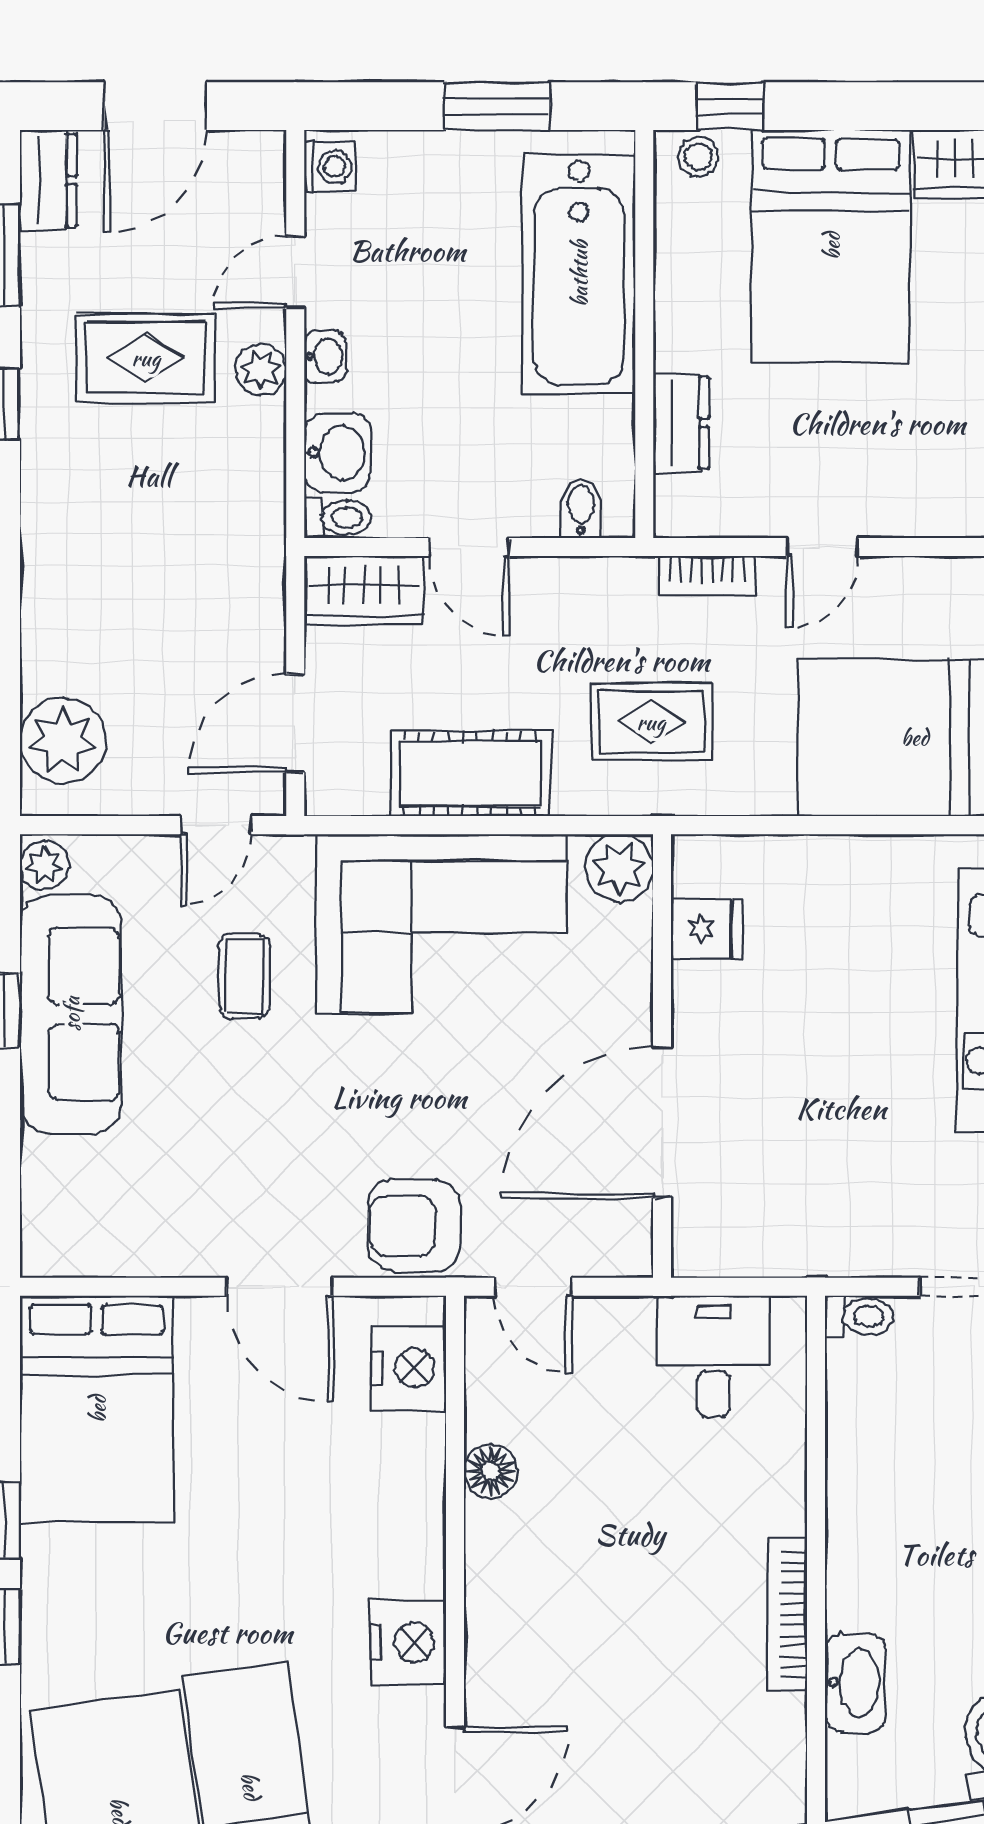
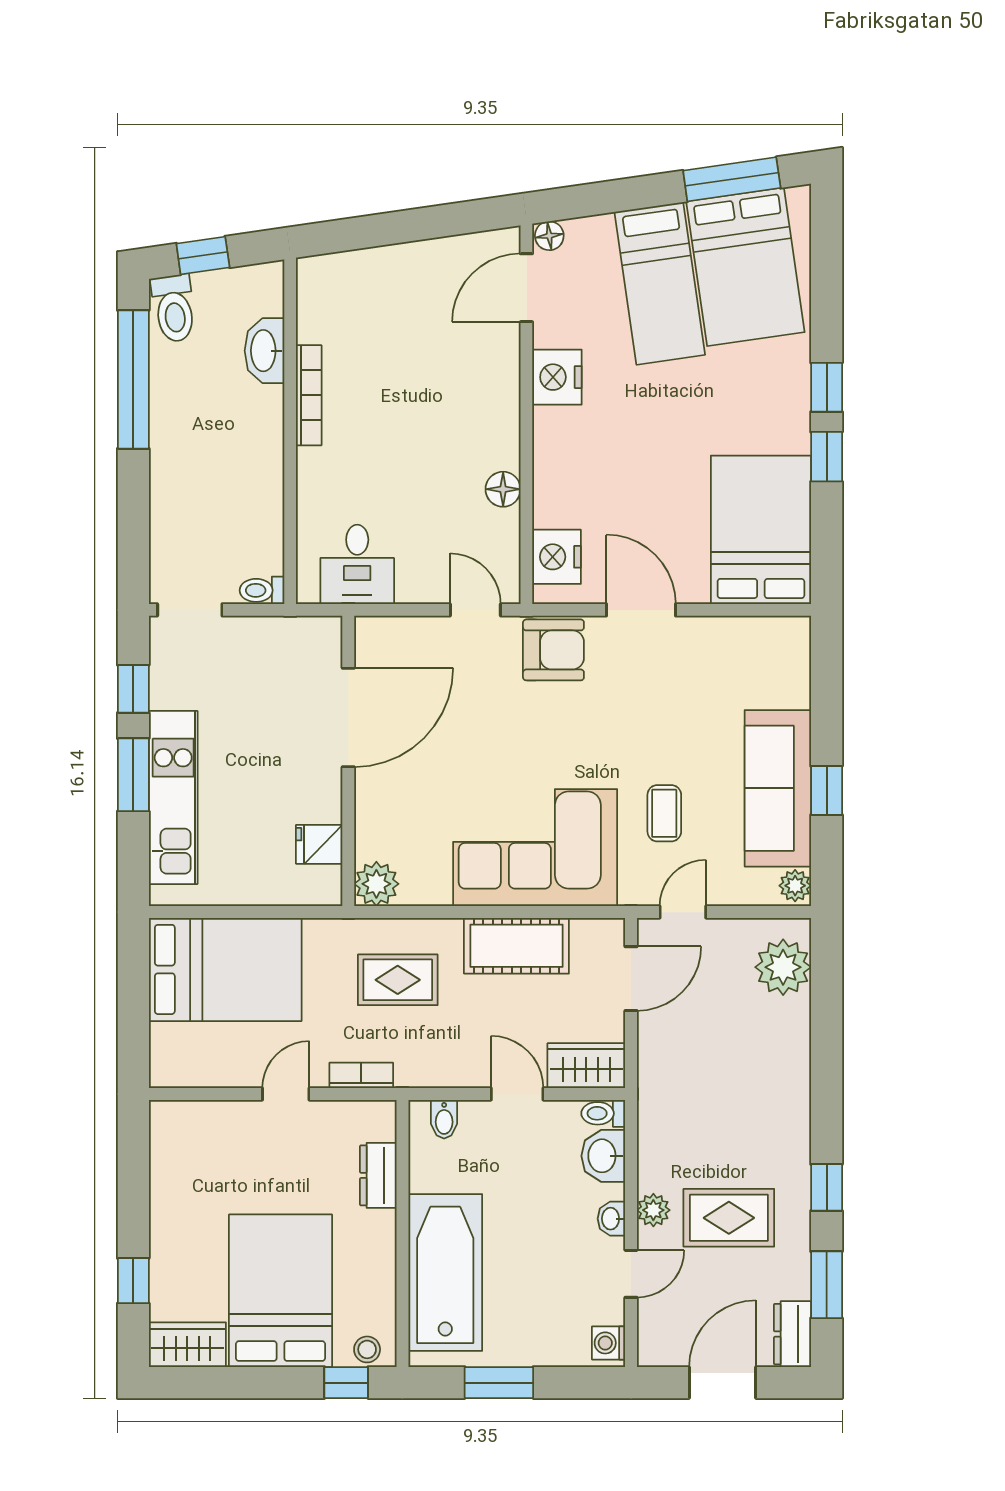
plant: (619, 868) -> (376, 884), moved
fridge: (706, 928) -> (319, 844), moved
wall: (662, 1056) -> (348, 761), moved
door: (662, 1122) -> (348, 718), moved

